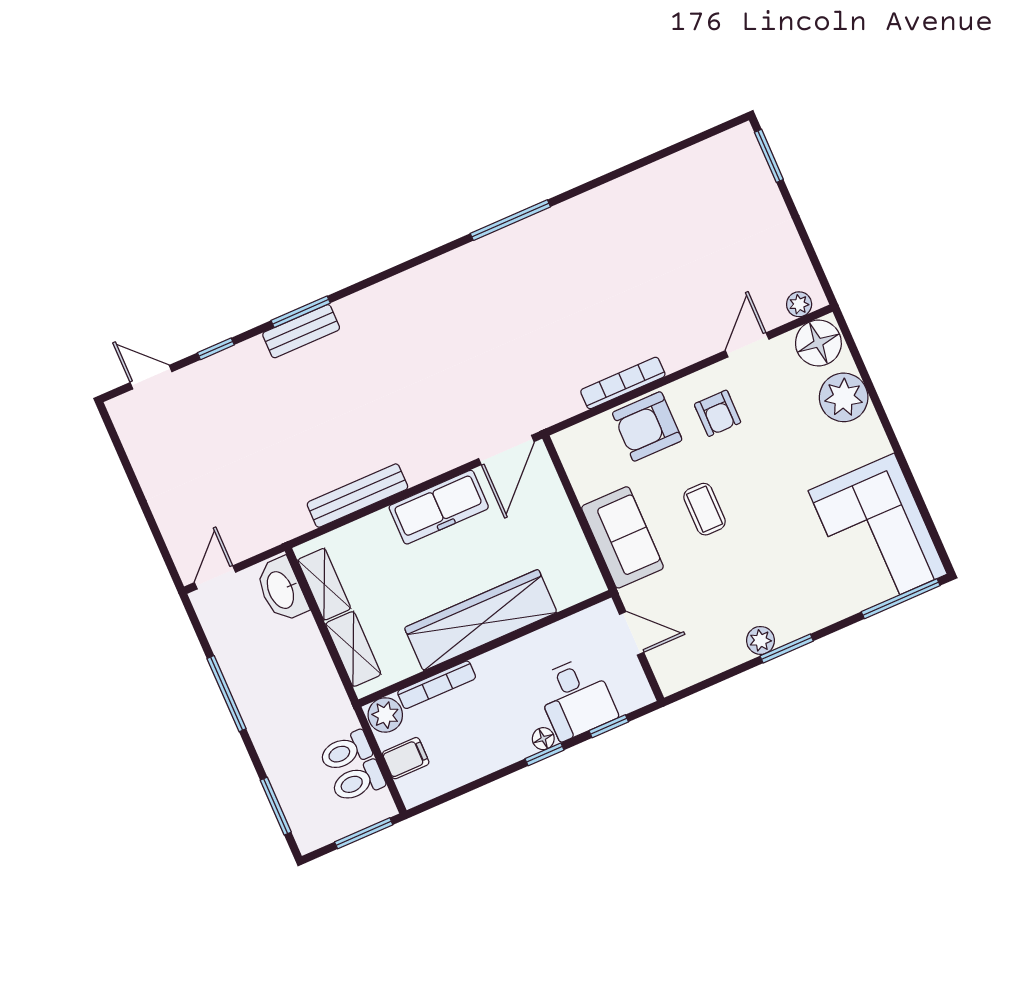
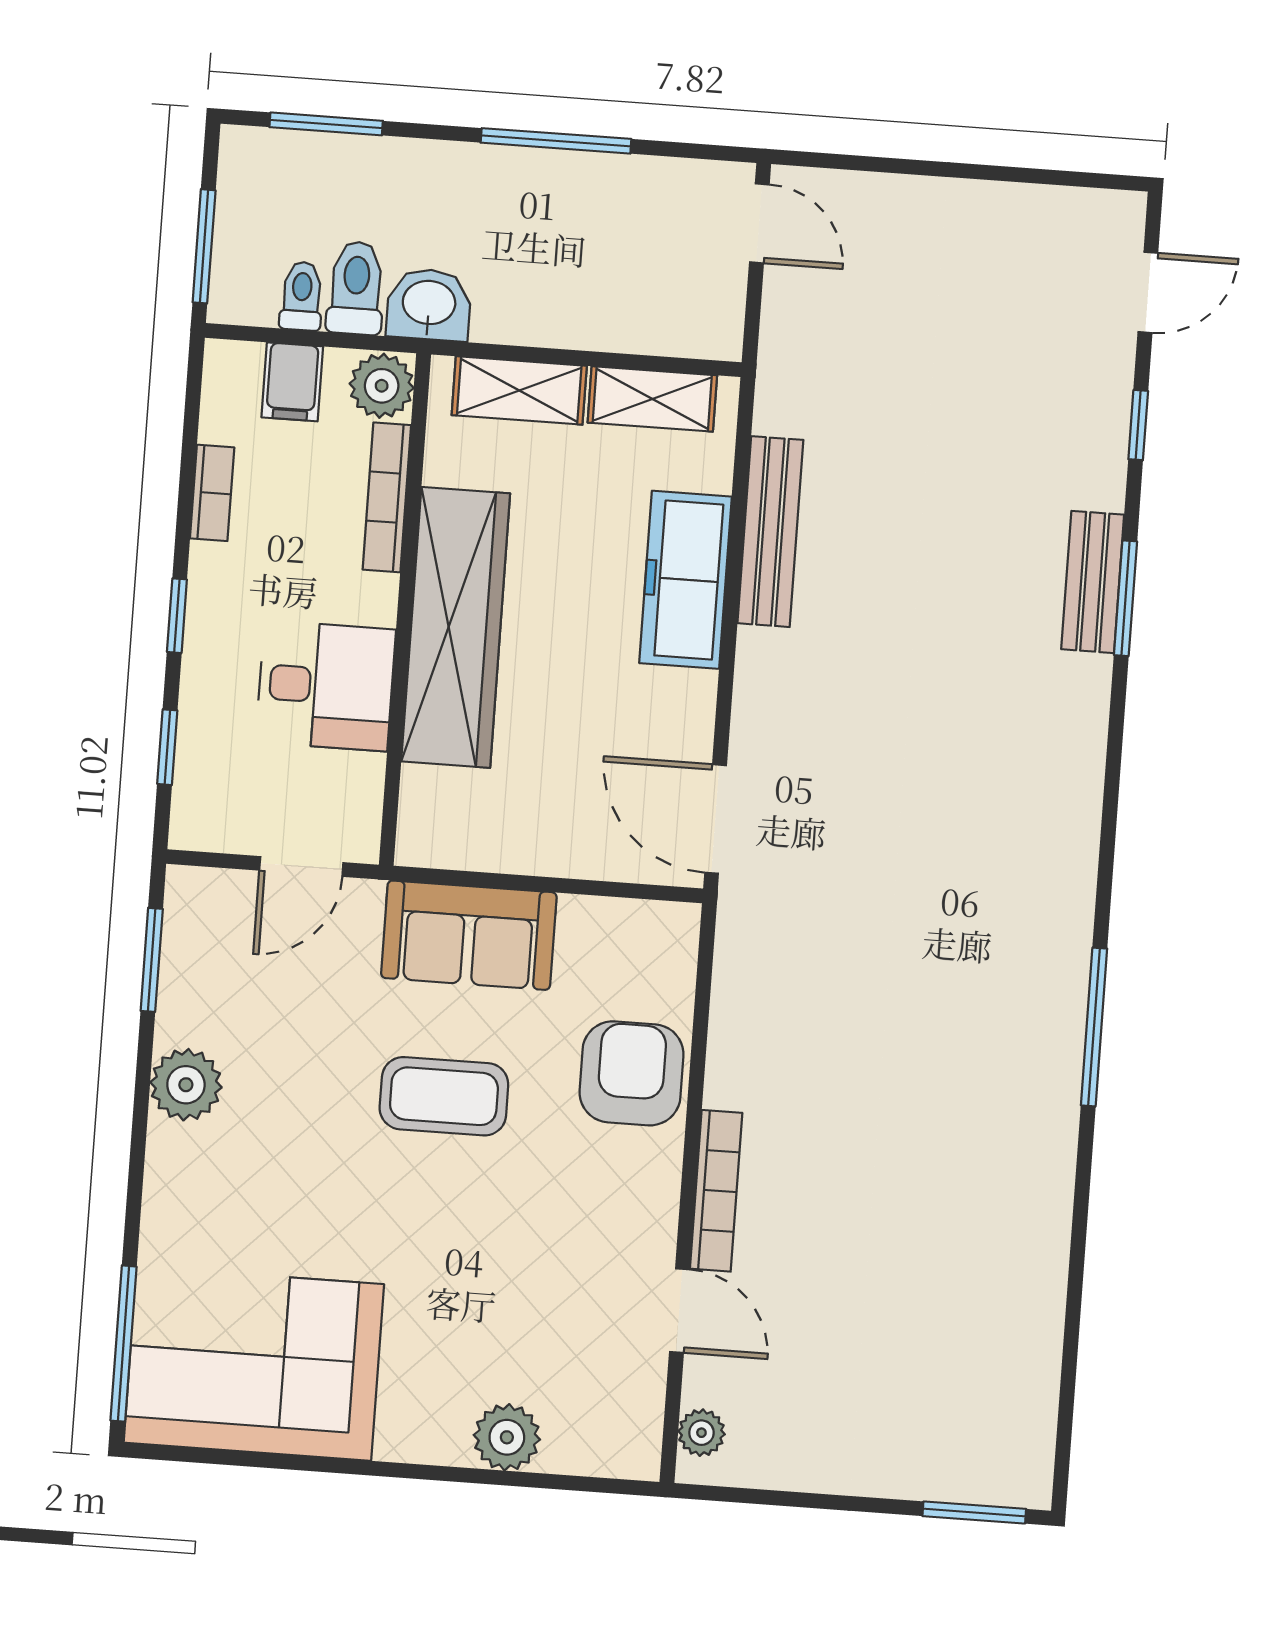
floor lamp: (818, 343) -> (620, 1431), removed
bookcase: (623, 383) -> (716, 1191), moved
plant: (844, 397) -> (507, 1437), width x0.73, depth x0.73
armchair: (718, 413) -> (592, 1202), removed
freezer: (439, 507) -> (686, 580), moved
coffee table: (705, 509) -> (444, 1096), width x1.36, depth x1.30
washbasin: (281, 590) -> (429, 305), moved, width x0.72
plant: (761, 640) -> (186, 1085), width x1.38, depth x1.38
window: (787, 648) -> (152, 960), moved
desk: (576, 698) -> (326, 686), moved, turned 180
floor lamp: (543, 739) -> (204, 627), removed
bookcase: (478, 768) -> (212, 493), added
toilet: (358, 782) -> (302, 296), width x0.73, depth x0.72

